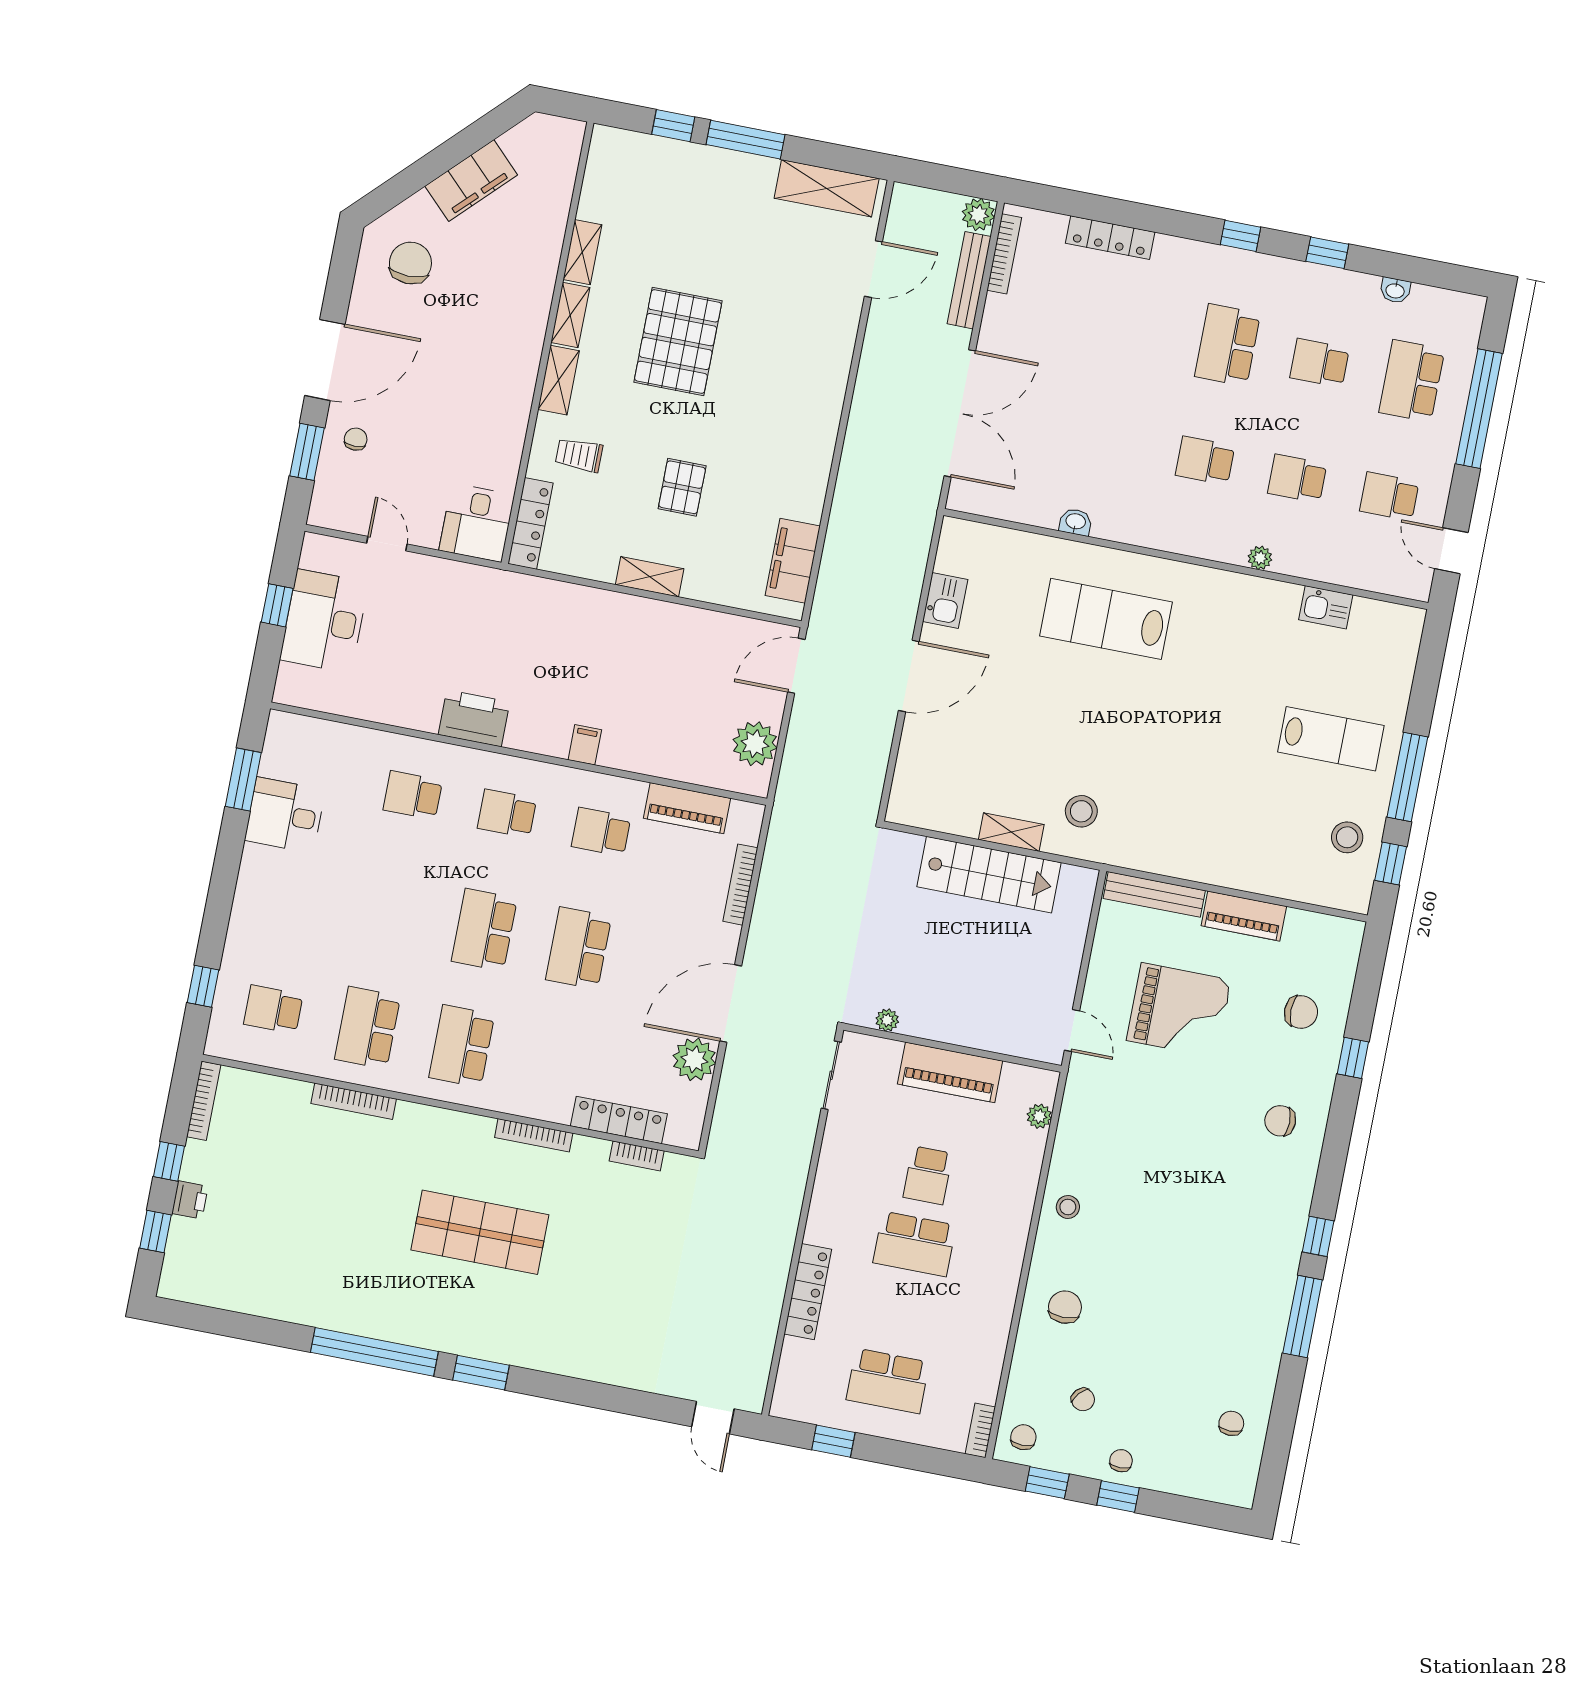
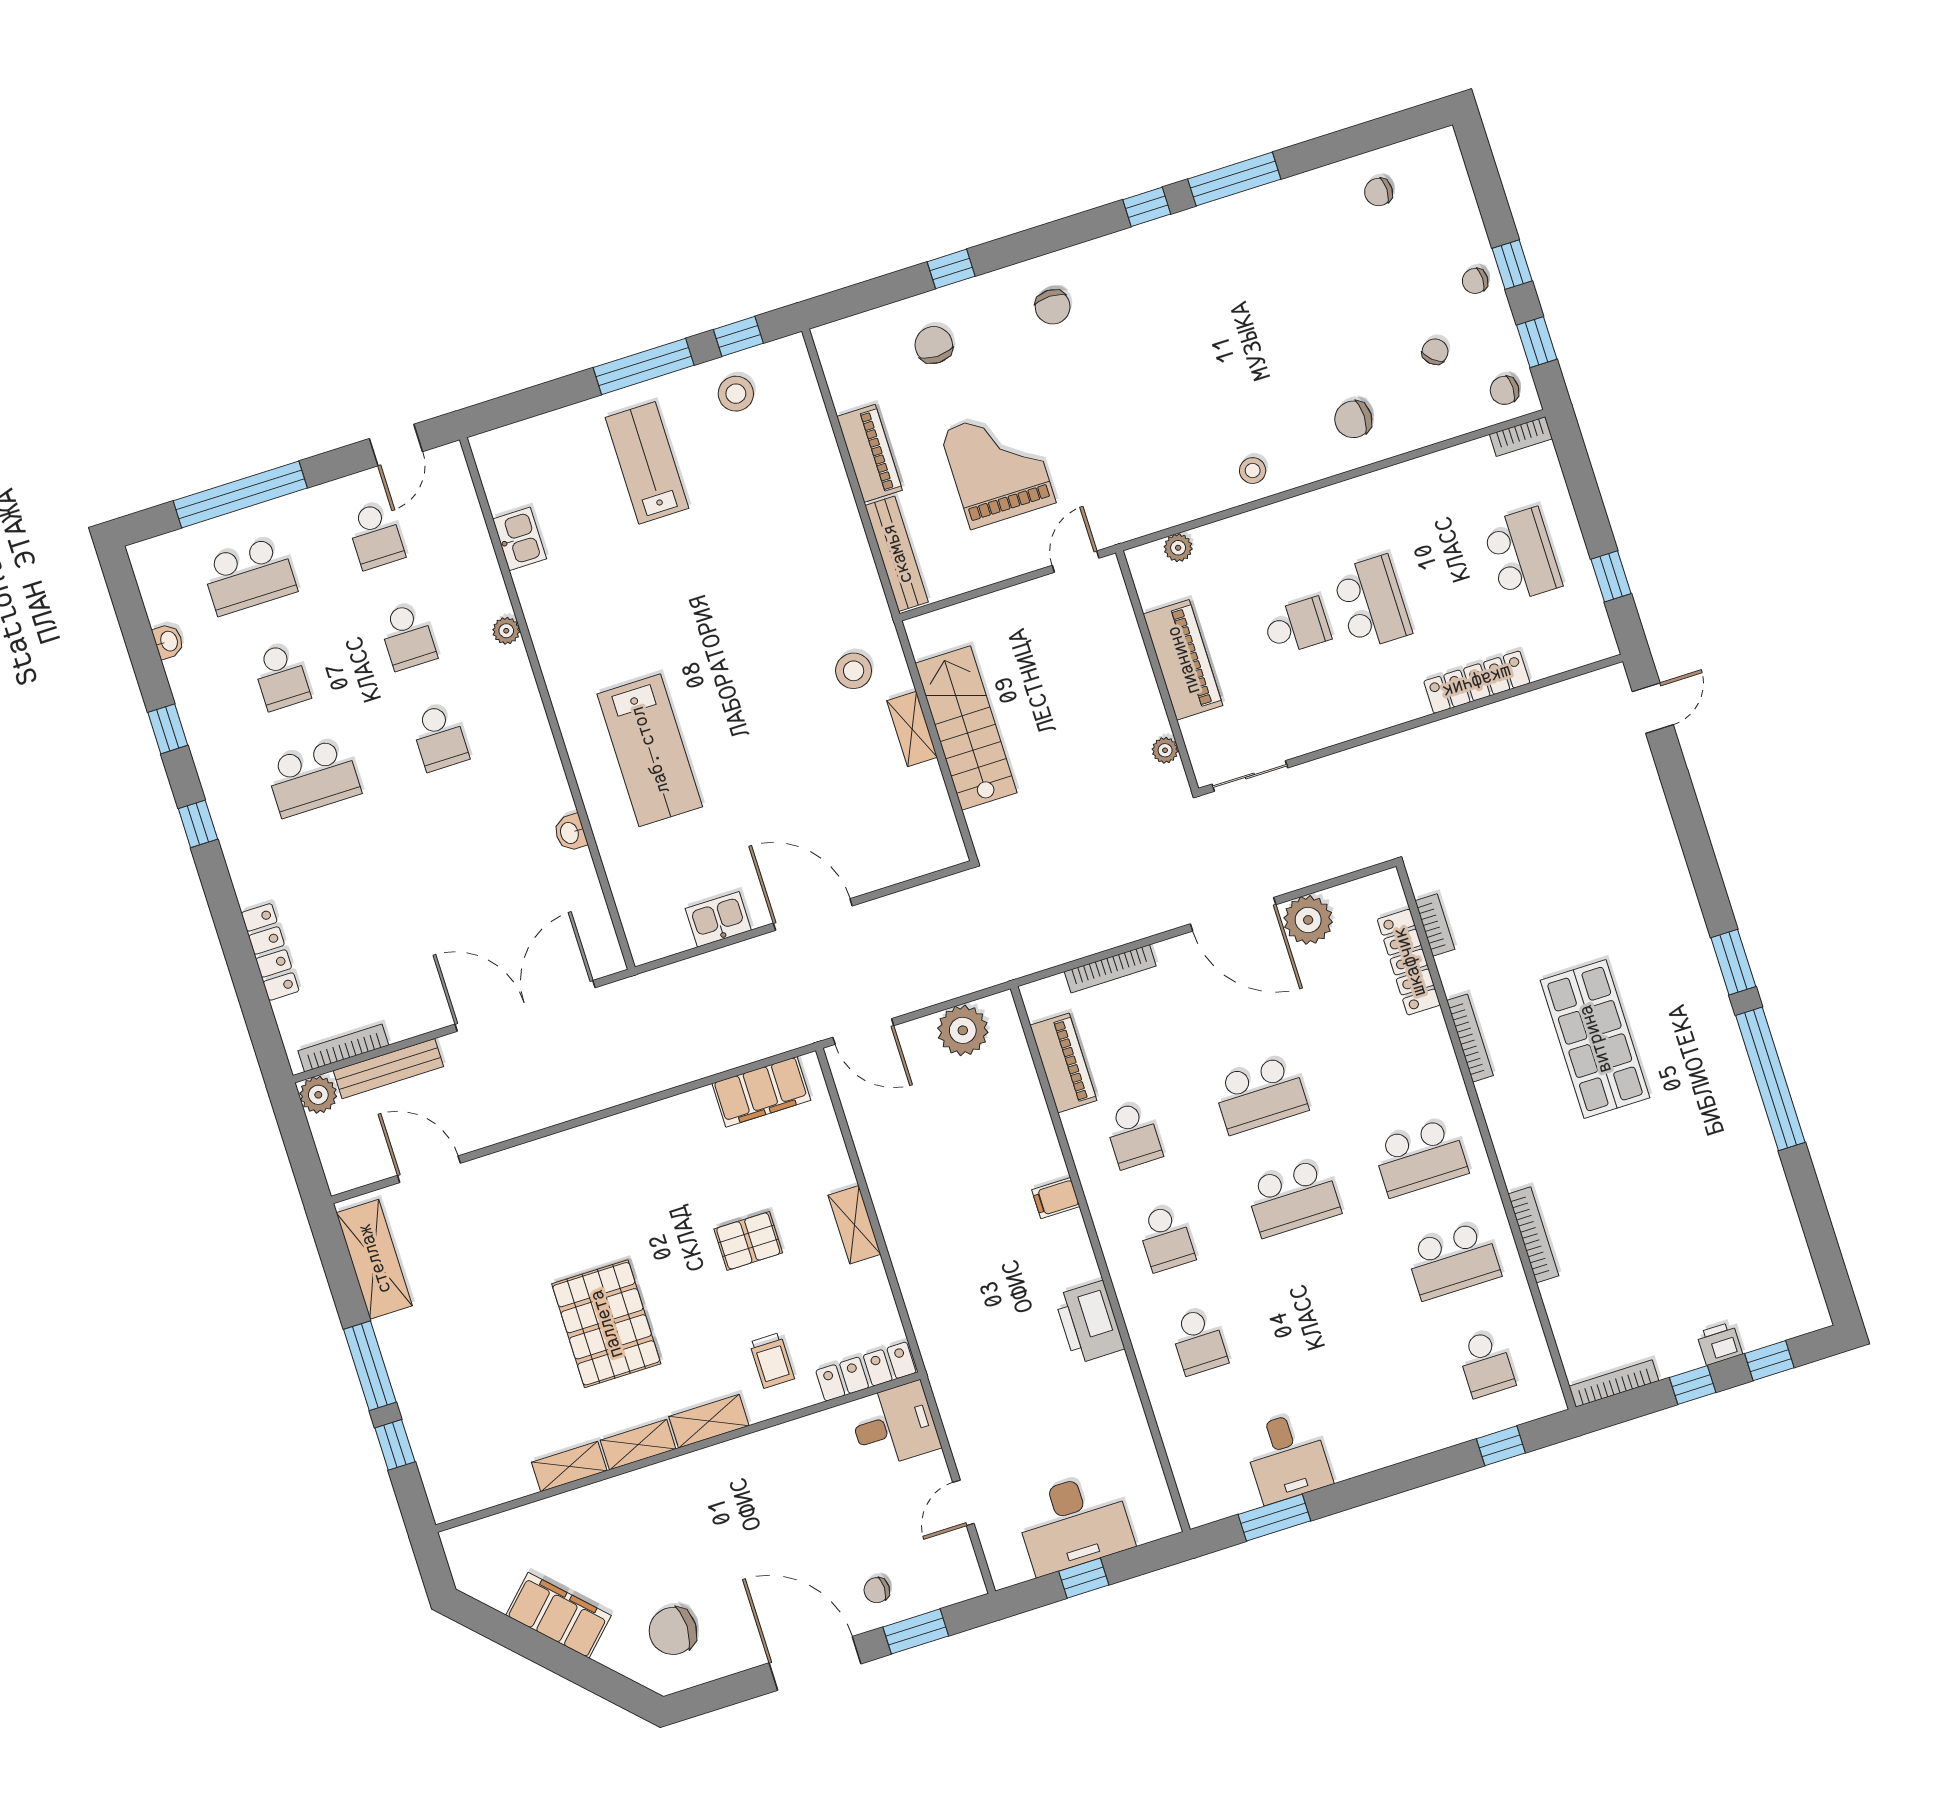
pallet: (678, 342) -> (606, 1324), turned 90

